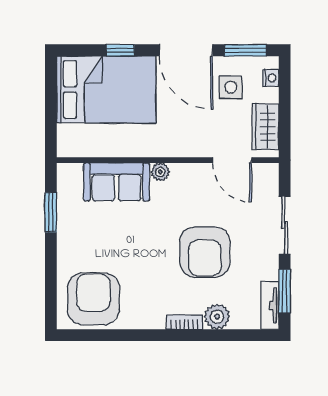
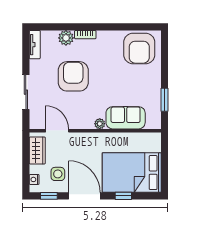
window: (246, 50) -> (49, 196), width x0.67
window: (285, 291) -> (26, 53), removed

